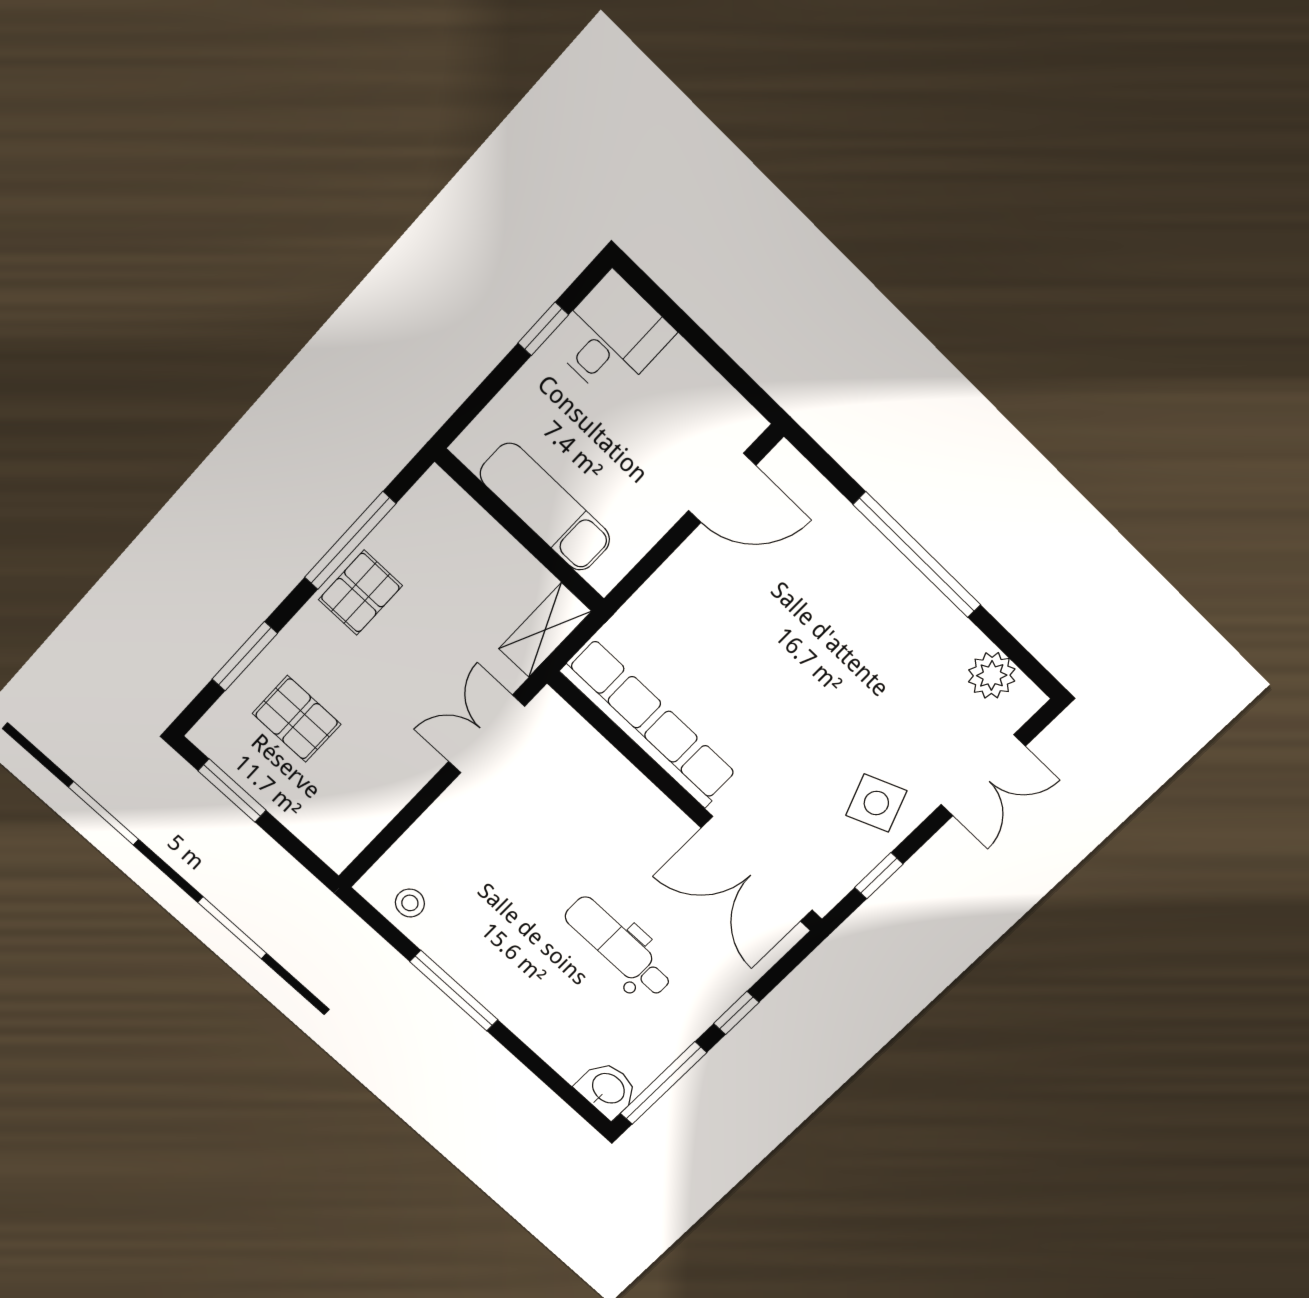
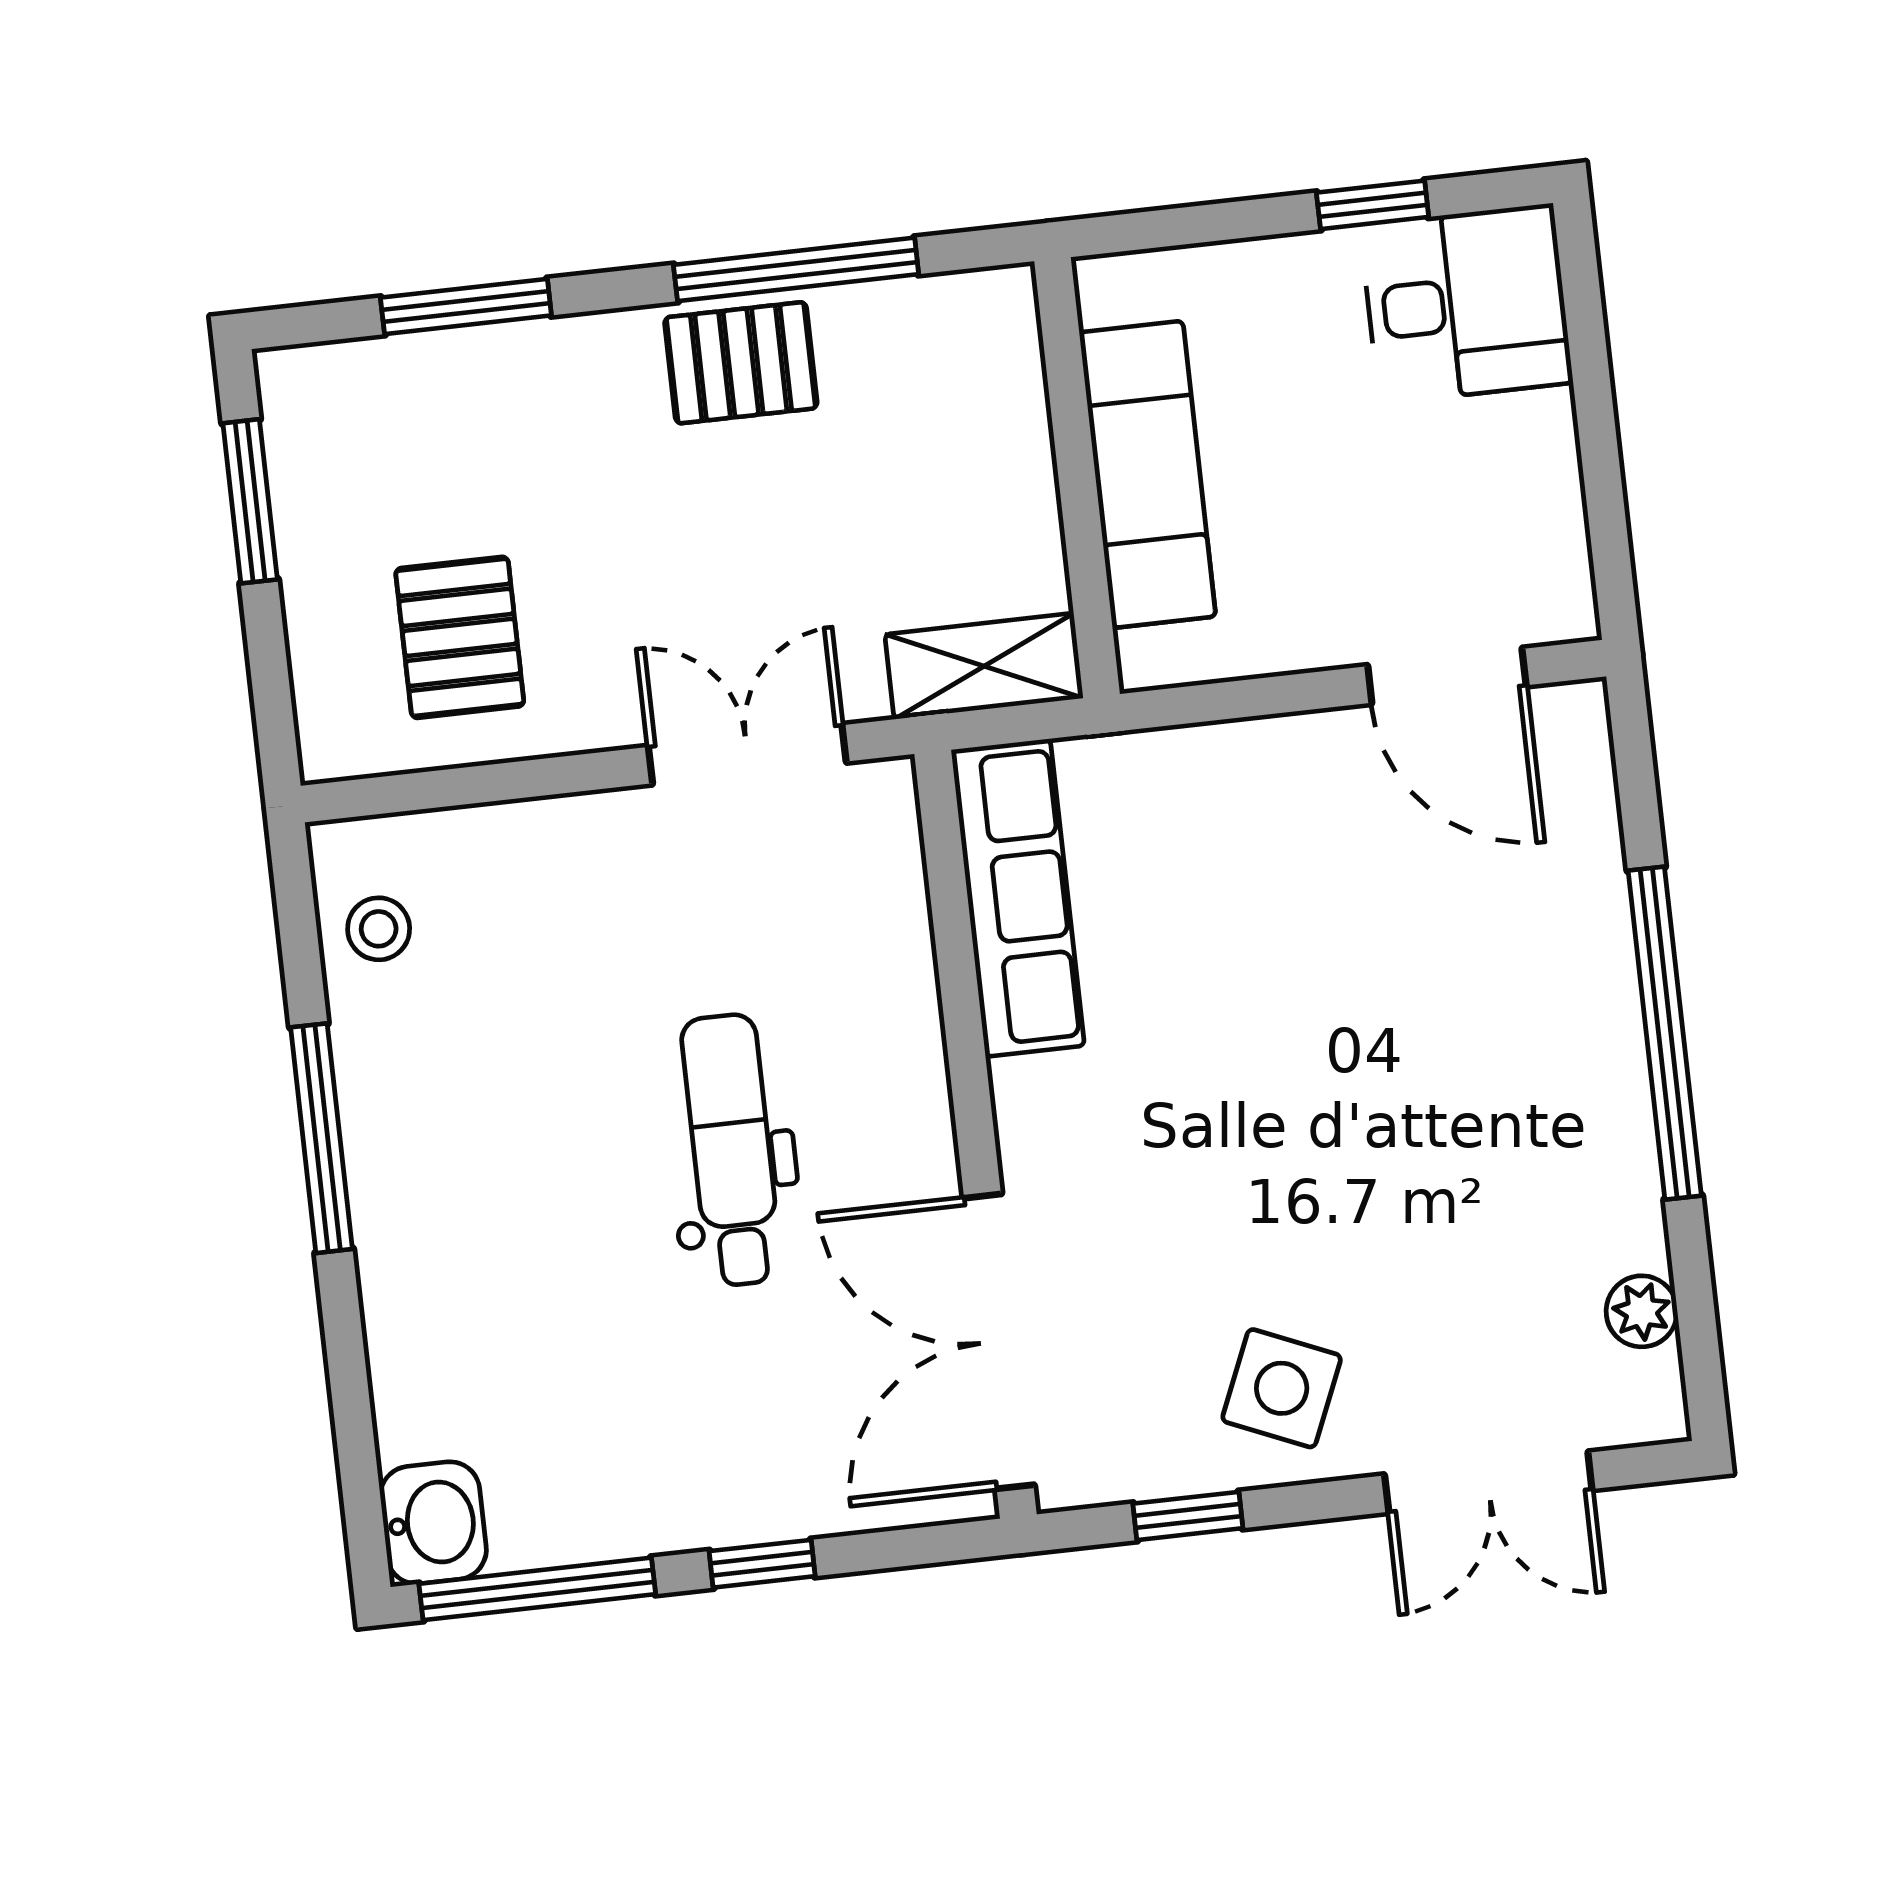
plant: (992, 675) -> (1642, 1311), width x0.73, depth x0.73
pallet: (297, 719) -> (460, 637), moved
row of seats: (649, 723) -> (1018, 898), width x0.73
side table: (876, 803) -> (1282, 1388), turned 45
dental chair: (619, 947) -> (732, 1150), moved

